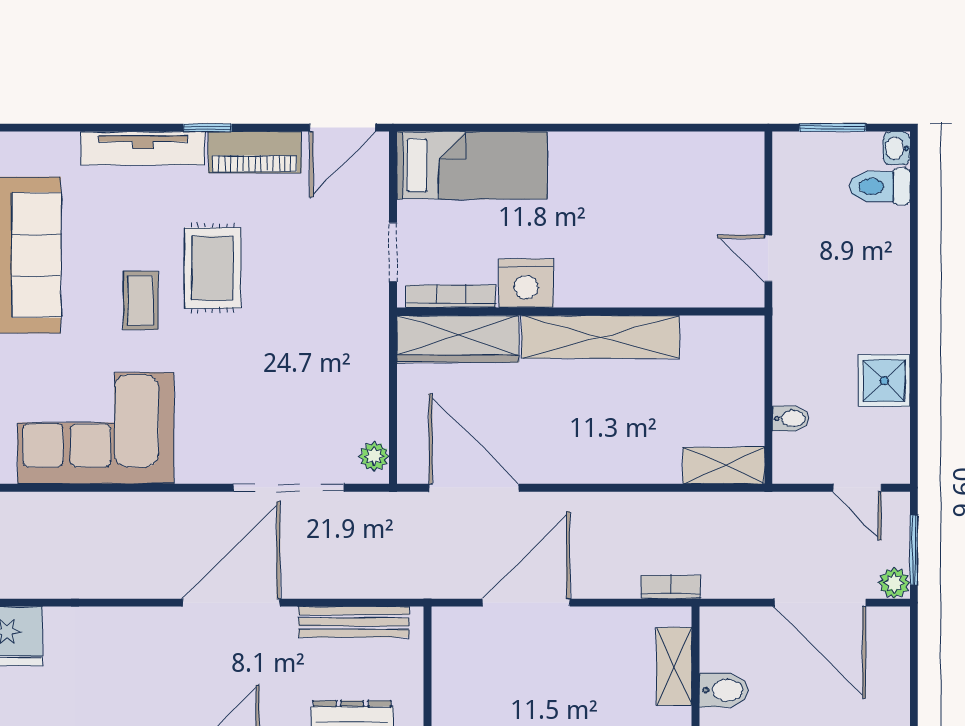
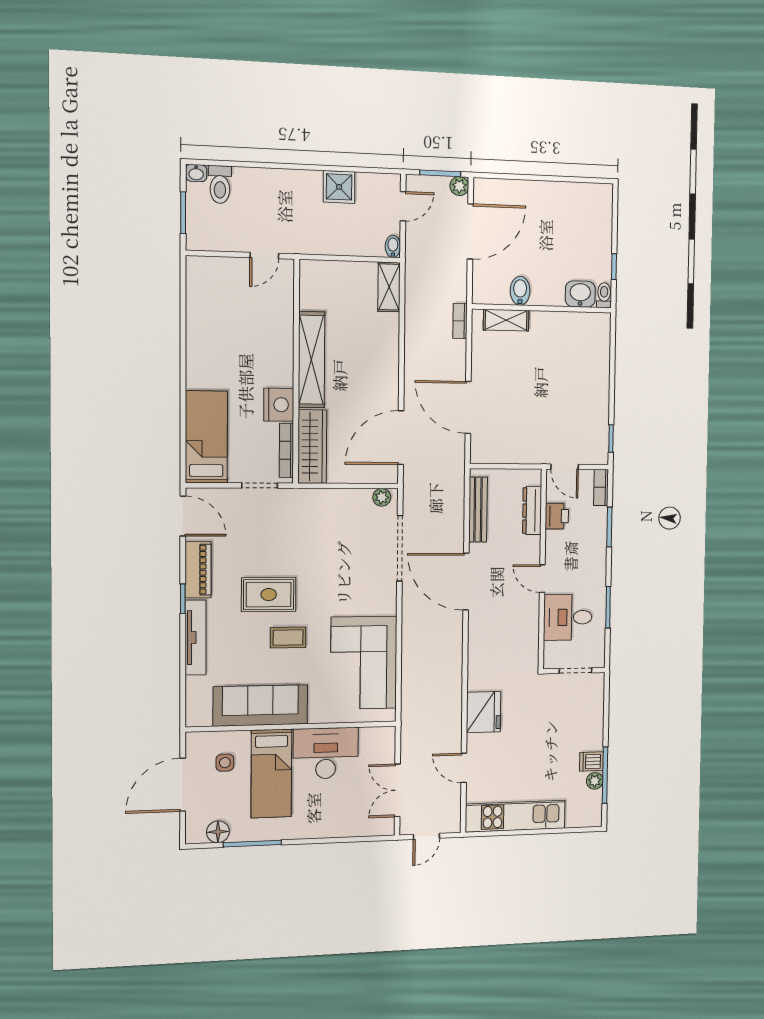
bidet: (791, 418) -> (393, 246), moved

